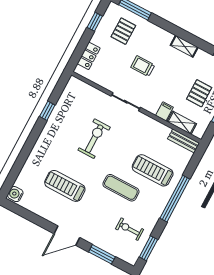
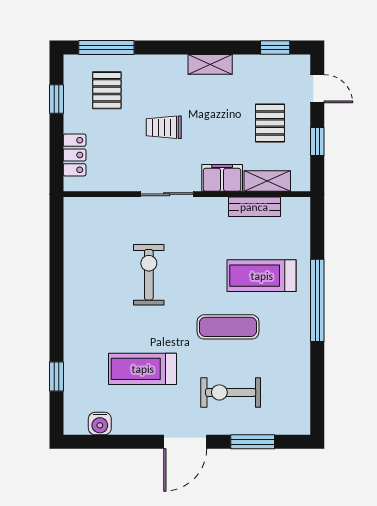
window: (47, 111) -> (56, 376), moved
filing cabinet: (164, 111) -> (222, 178), width x2.00
bench: (184, 141) -> (254, 207), moved
water cooler: (15, 194) -> (100, 423), moved, turned -90
exercise bike: (130, 229) -> (231, 392), moved, width x1.38, depth x1.39
window: (148, 248) -> (317, 396), removed

